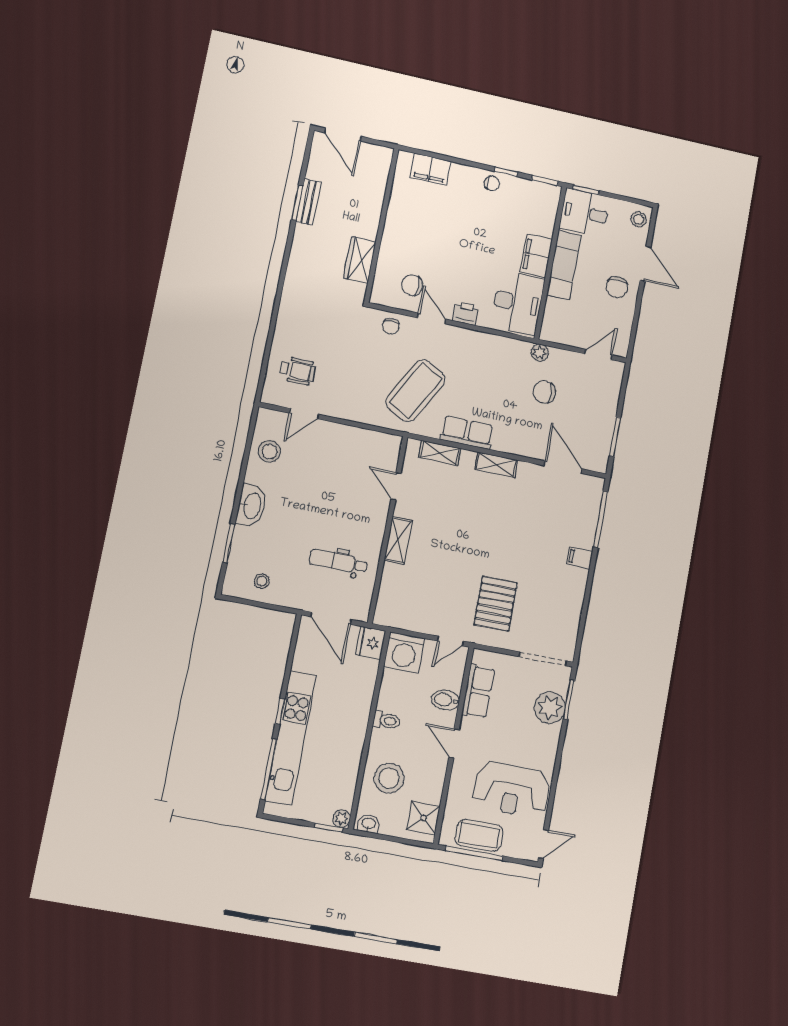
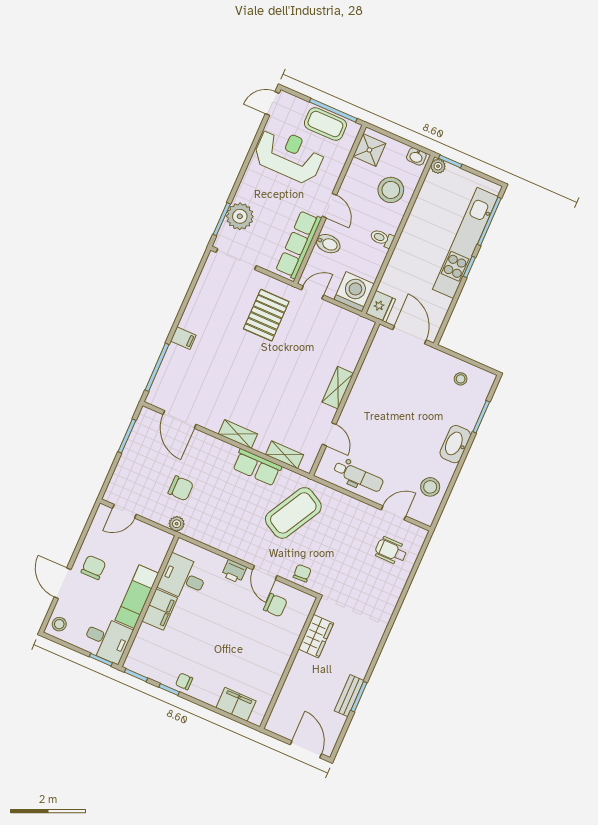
desk: (518, 303) -> (183, 578), width x0.73
dental chair: (338, 562) -> (358, 476), moved
row of seats: (478, 691) -> (298, 244), width x1.48

